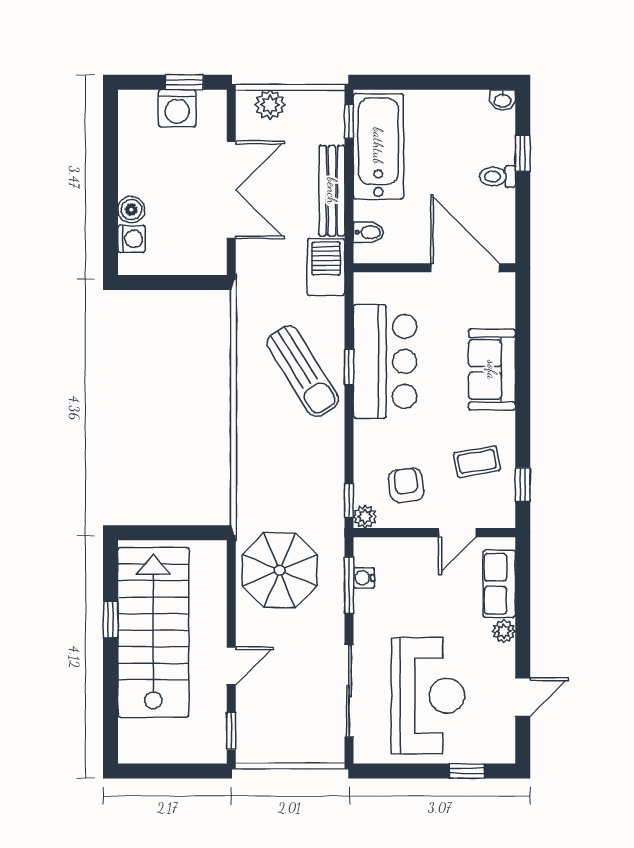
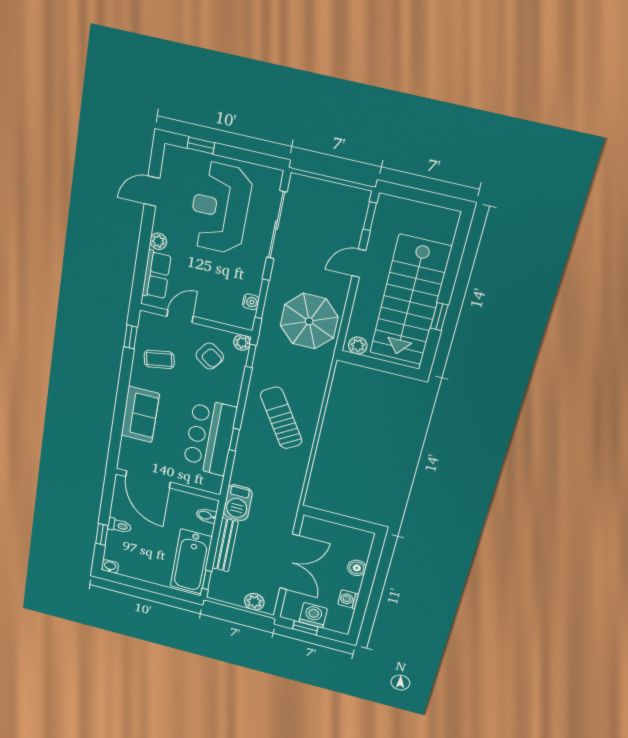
double door: (231, 190) -> (289, 562), swing flipped
washing machine: (132, 239) -> (348, 599), moved
sun lounger: (303, 371) -> (281, 418), moved
armchair: (406, 485) -> (210, 356), turned -48
plant: (207, 553) -> (358, 345), added

